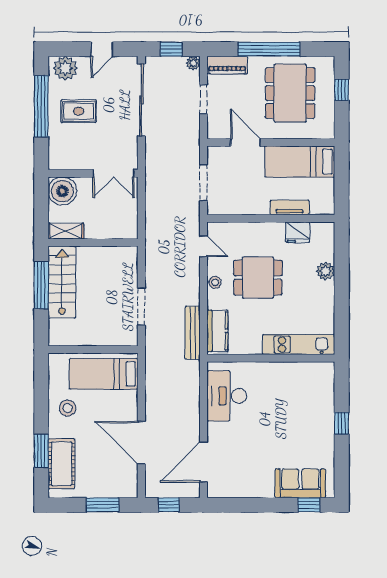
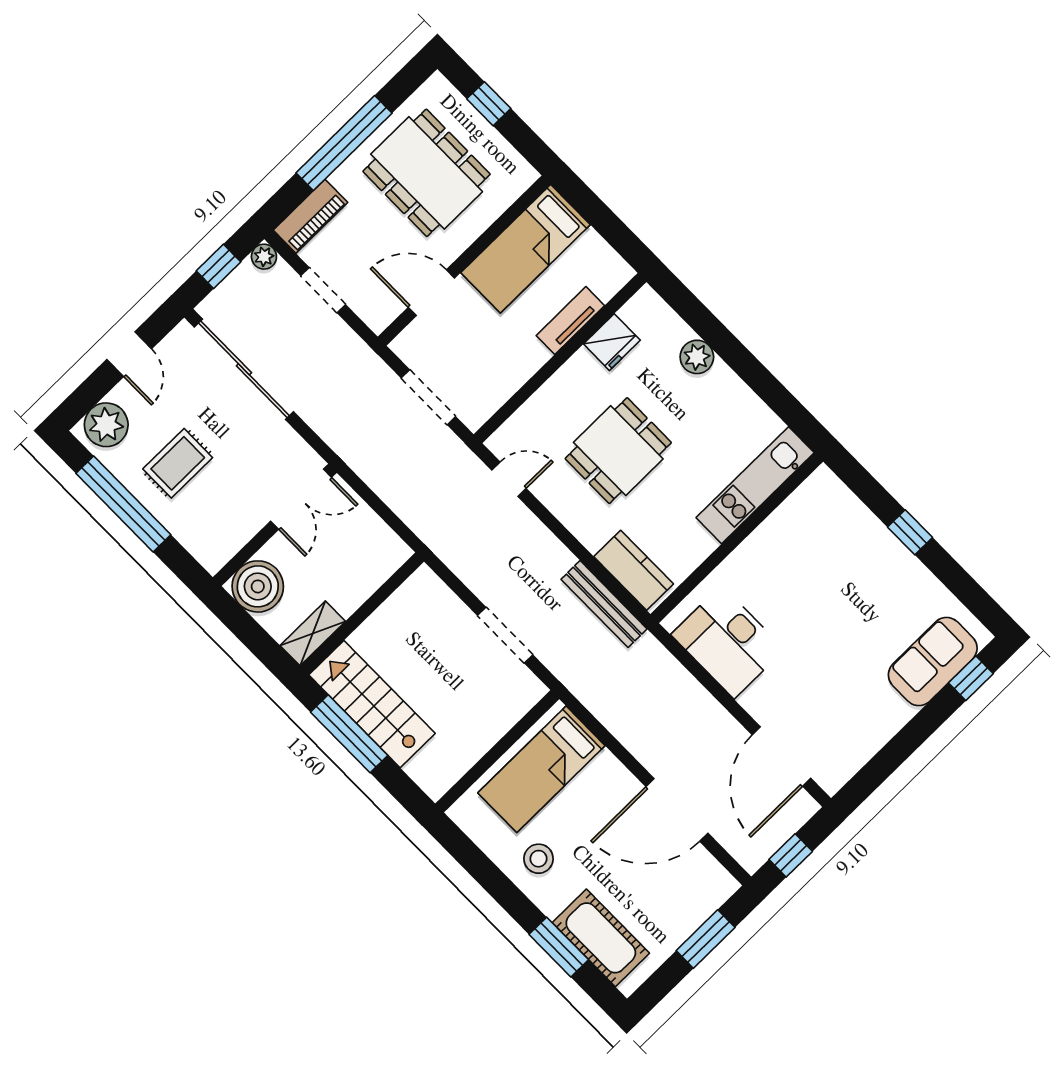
stool: (215, 282) -> (569, 511), removed

